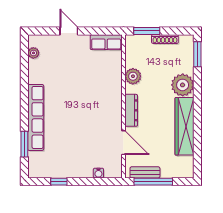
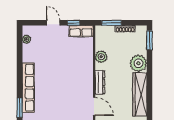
window: (96, 31) -> (74, 23), added

